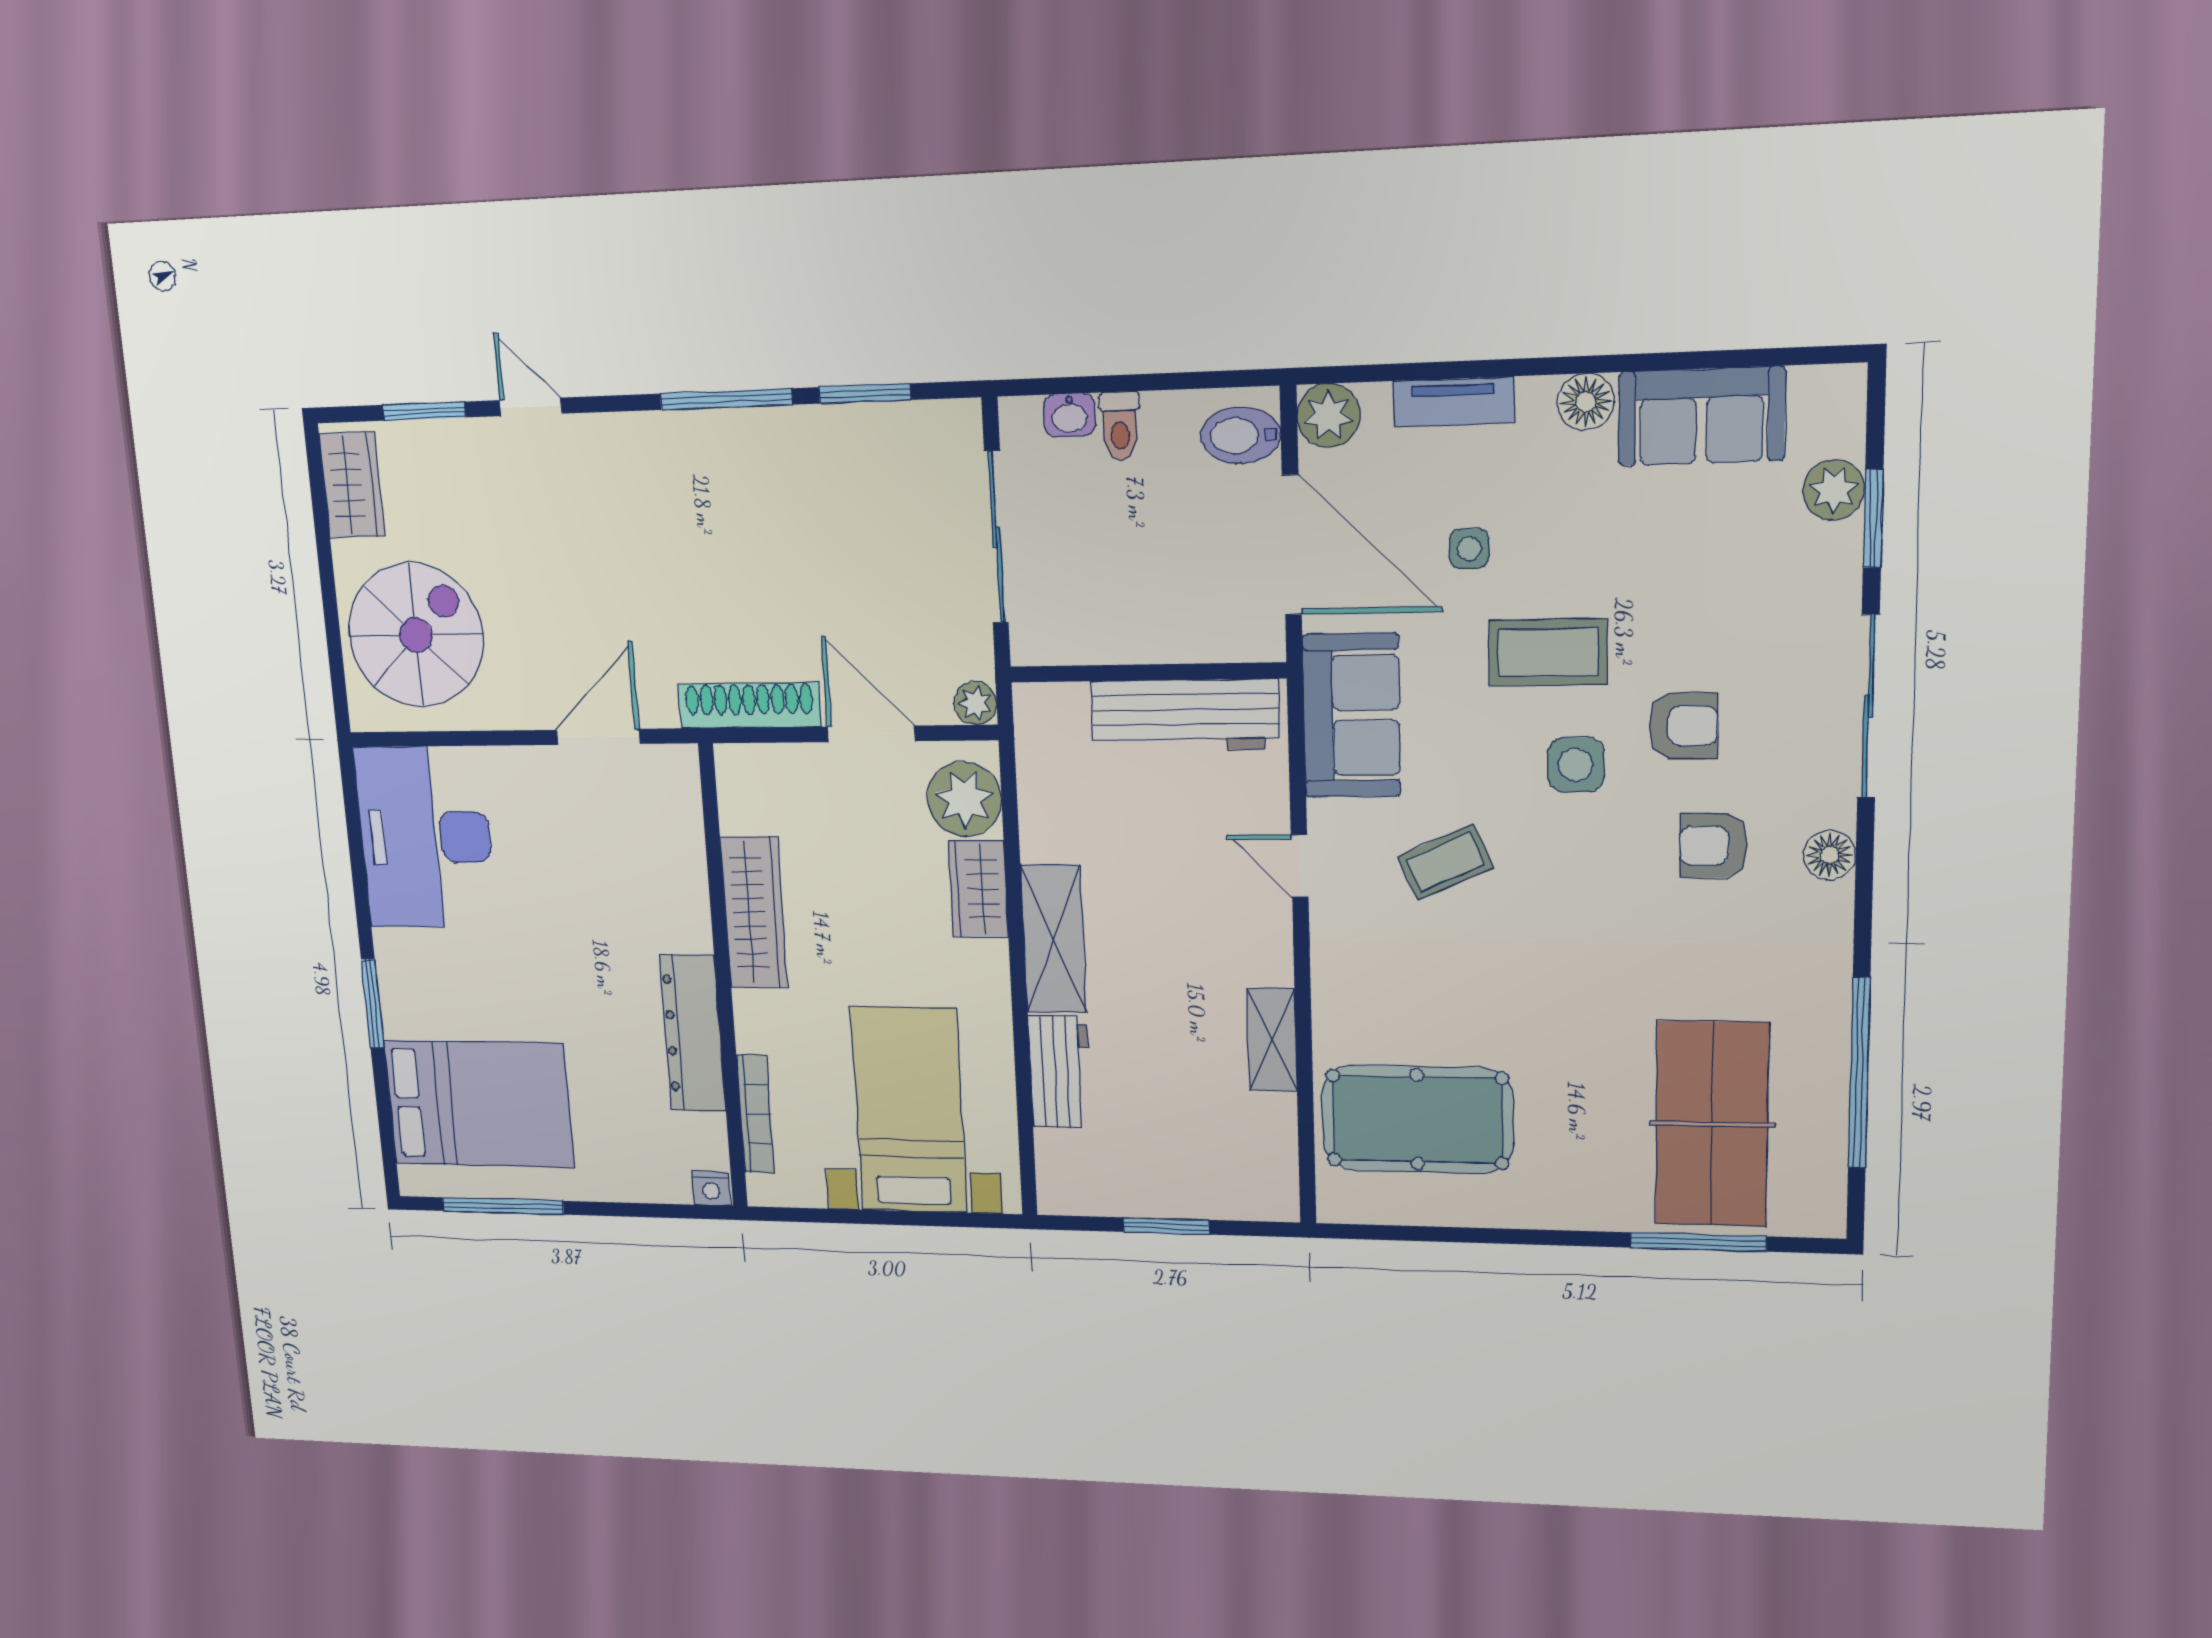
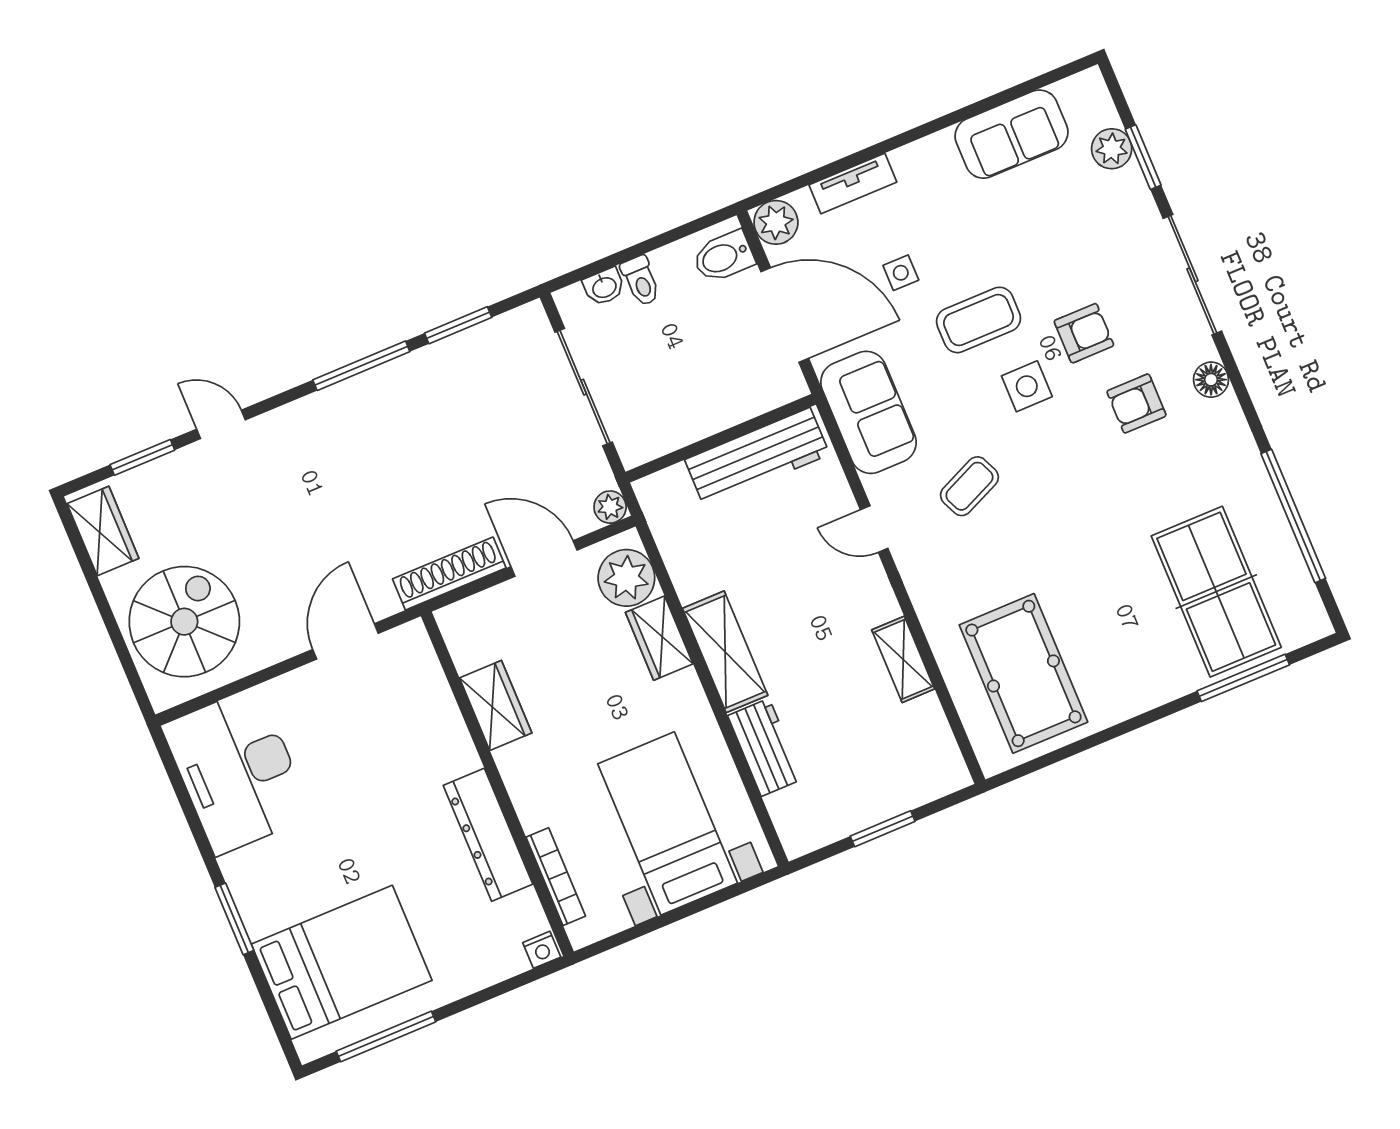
floor lamp: (1586, 402) -> (936, 152), removed
wardrobe: (754, 912) -> (496, 705), width x0.67
pool table: (1417, 1119) -> (1023, 673), turned 90

